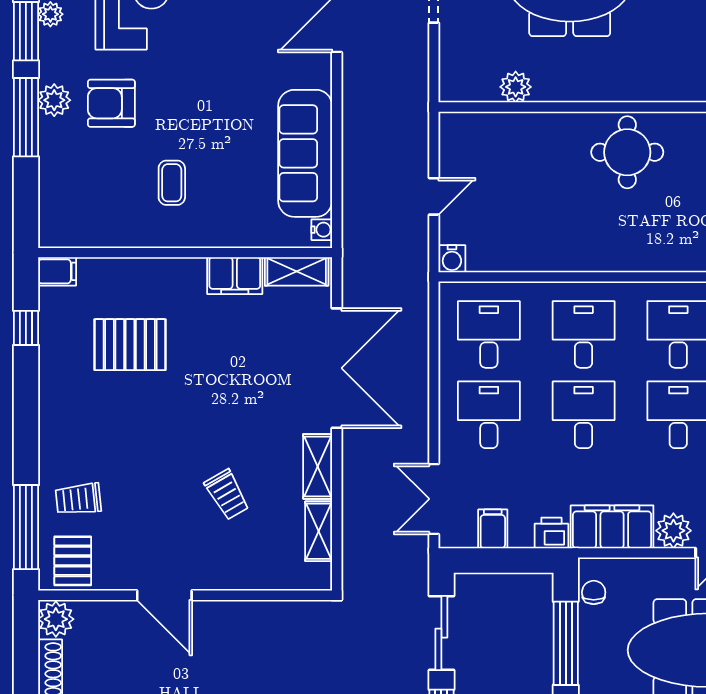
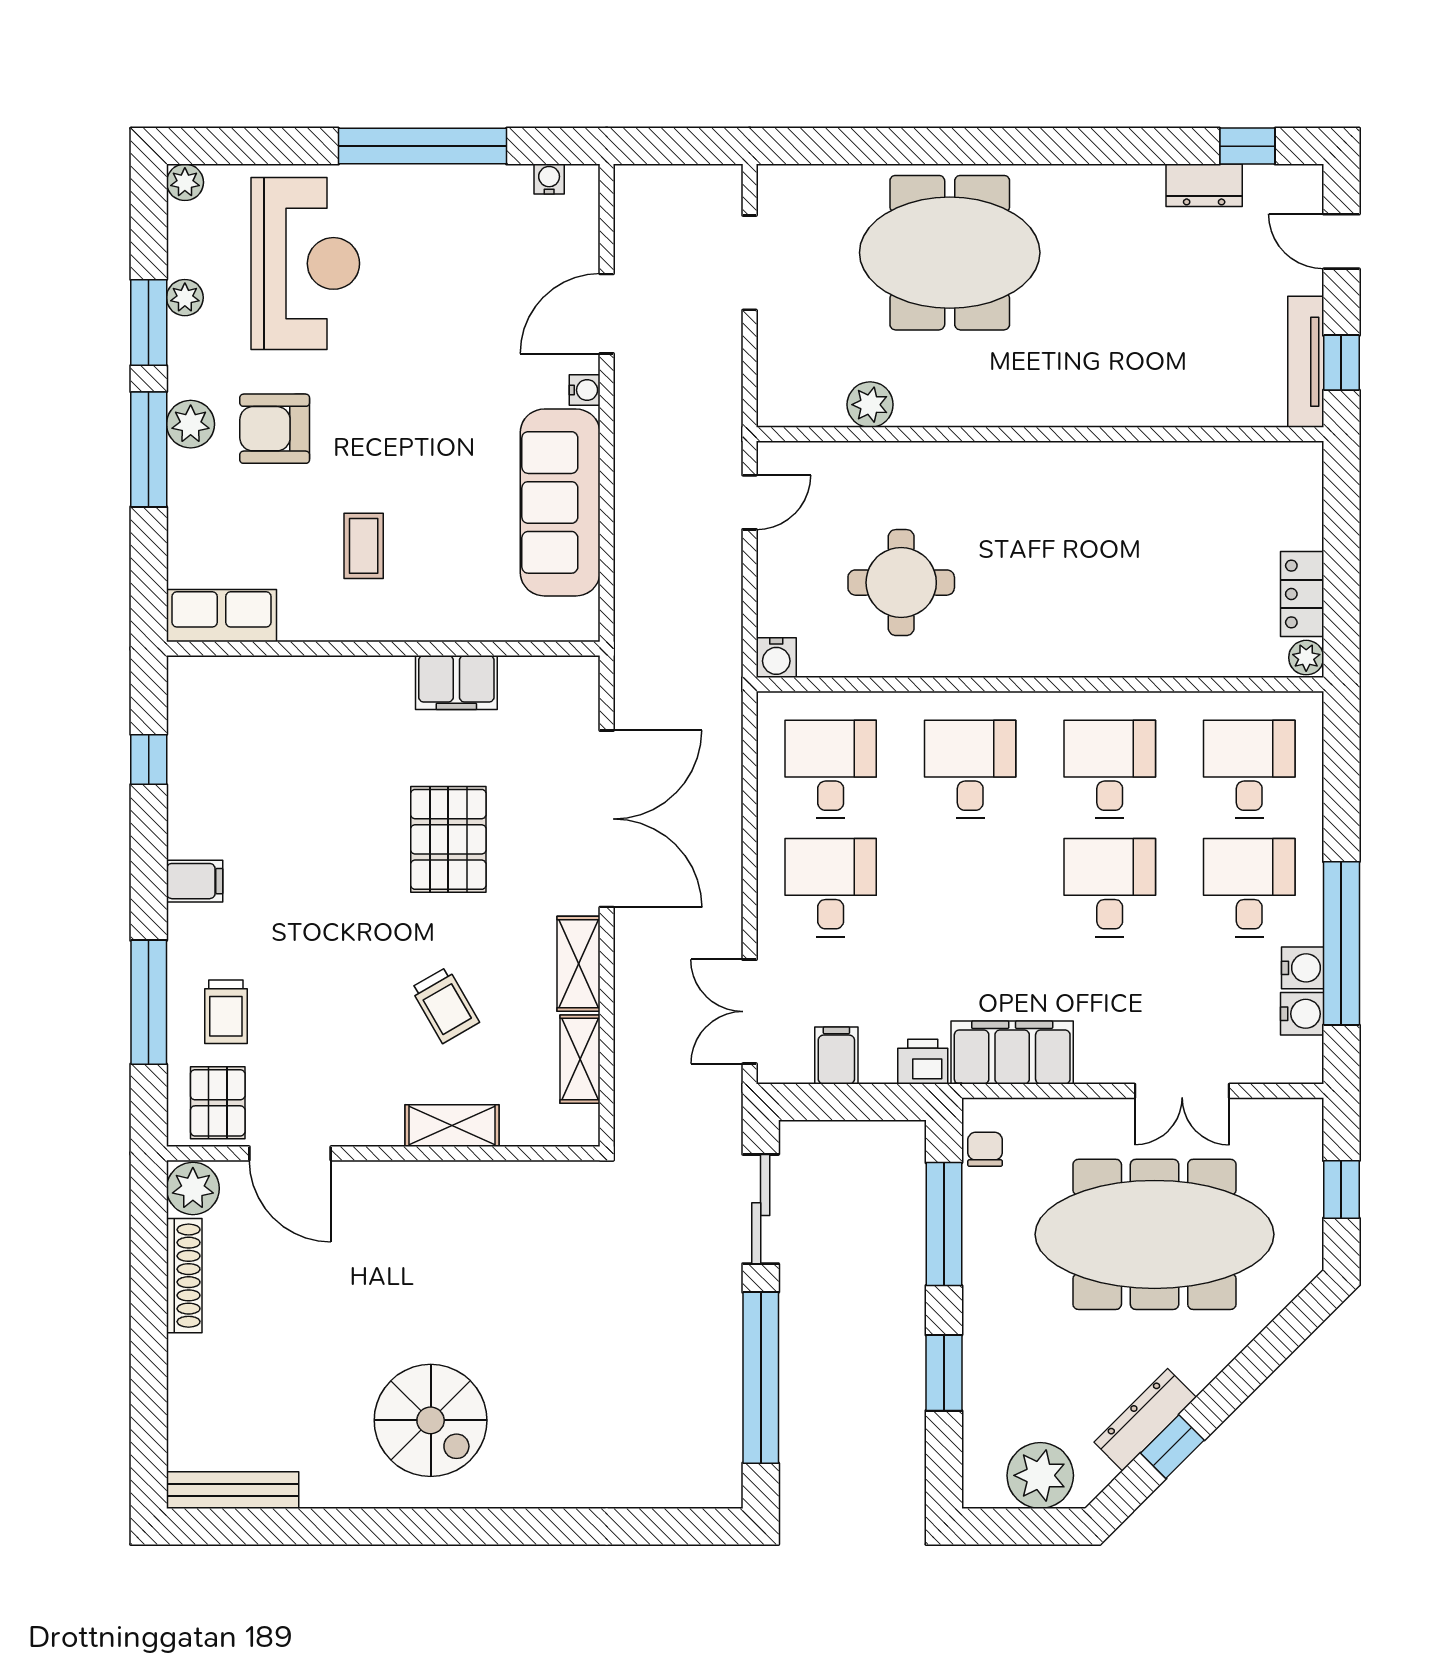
round table: (627, 152) -> (901, 583), moved
door: (434, 196) -> (750, 502), moved
row of seats: (75, 230) -> (221, 616), added
water cooler: (322, 230) -> (585, 390), moved
filing cabinet: (57, 271) -> (195, 881), moved
shelving: (297, 271) -> (452, 1126), moved
pallet: (130, 345) -> (448, 839), moved, turned 90
desk: (584, 415) -> (970, 888), removed
trolley: (78, 499) -> (226, 1012), turned -84
window: (26, 527) -> (149, 1002), moved
plant: (673, 531) -> (1103, 1058), removed
door: (164, 595) -> (290, 1153), moved

